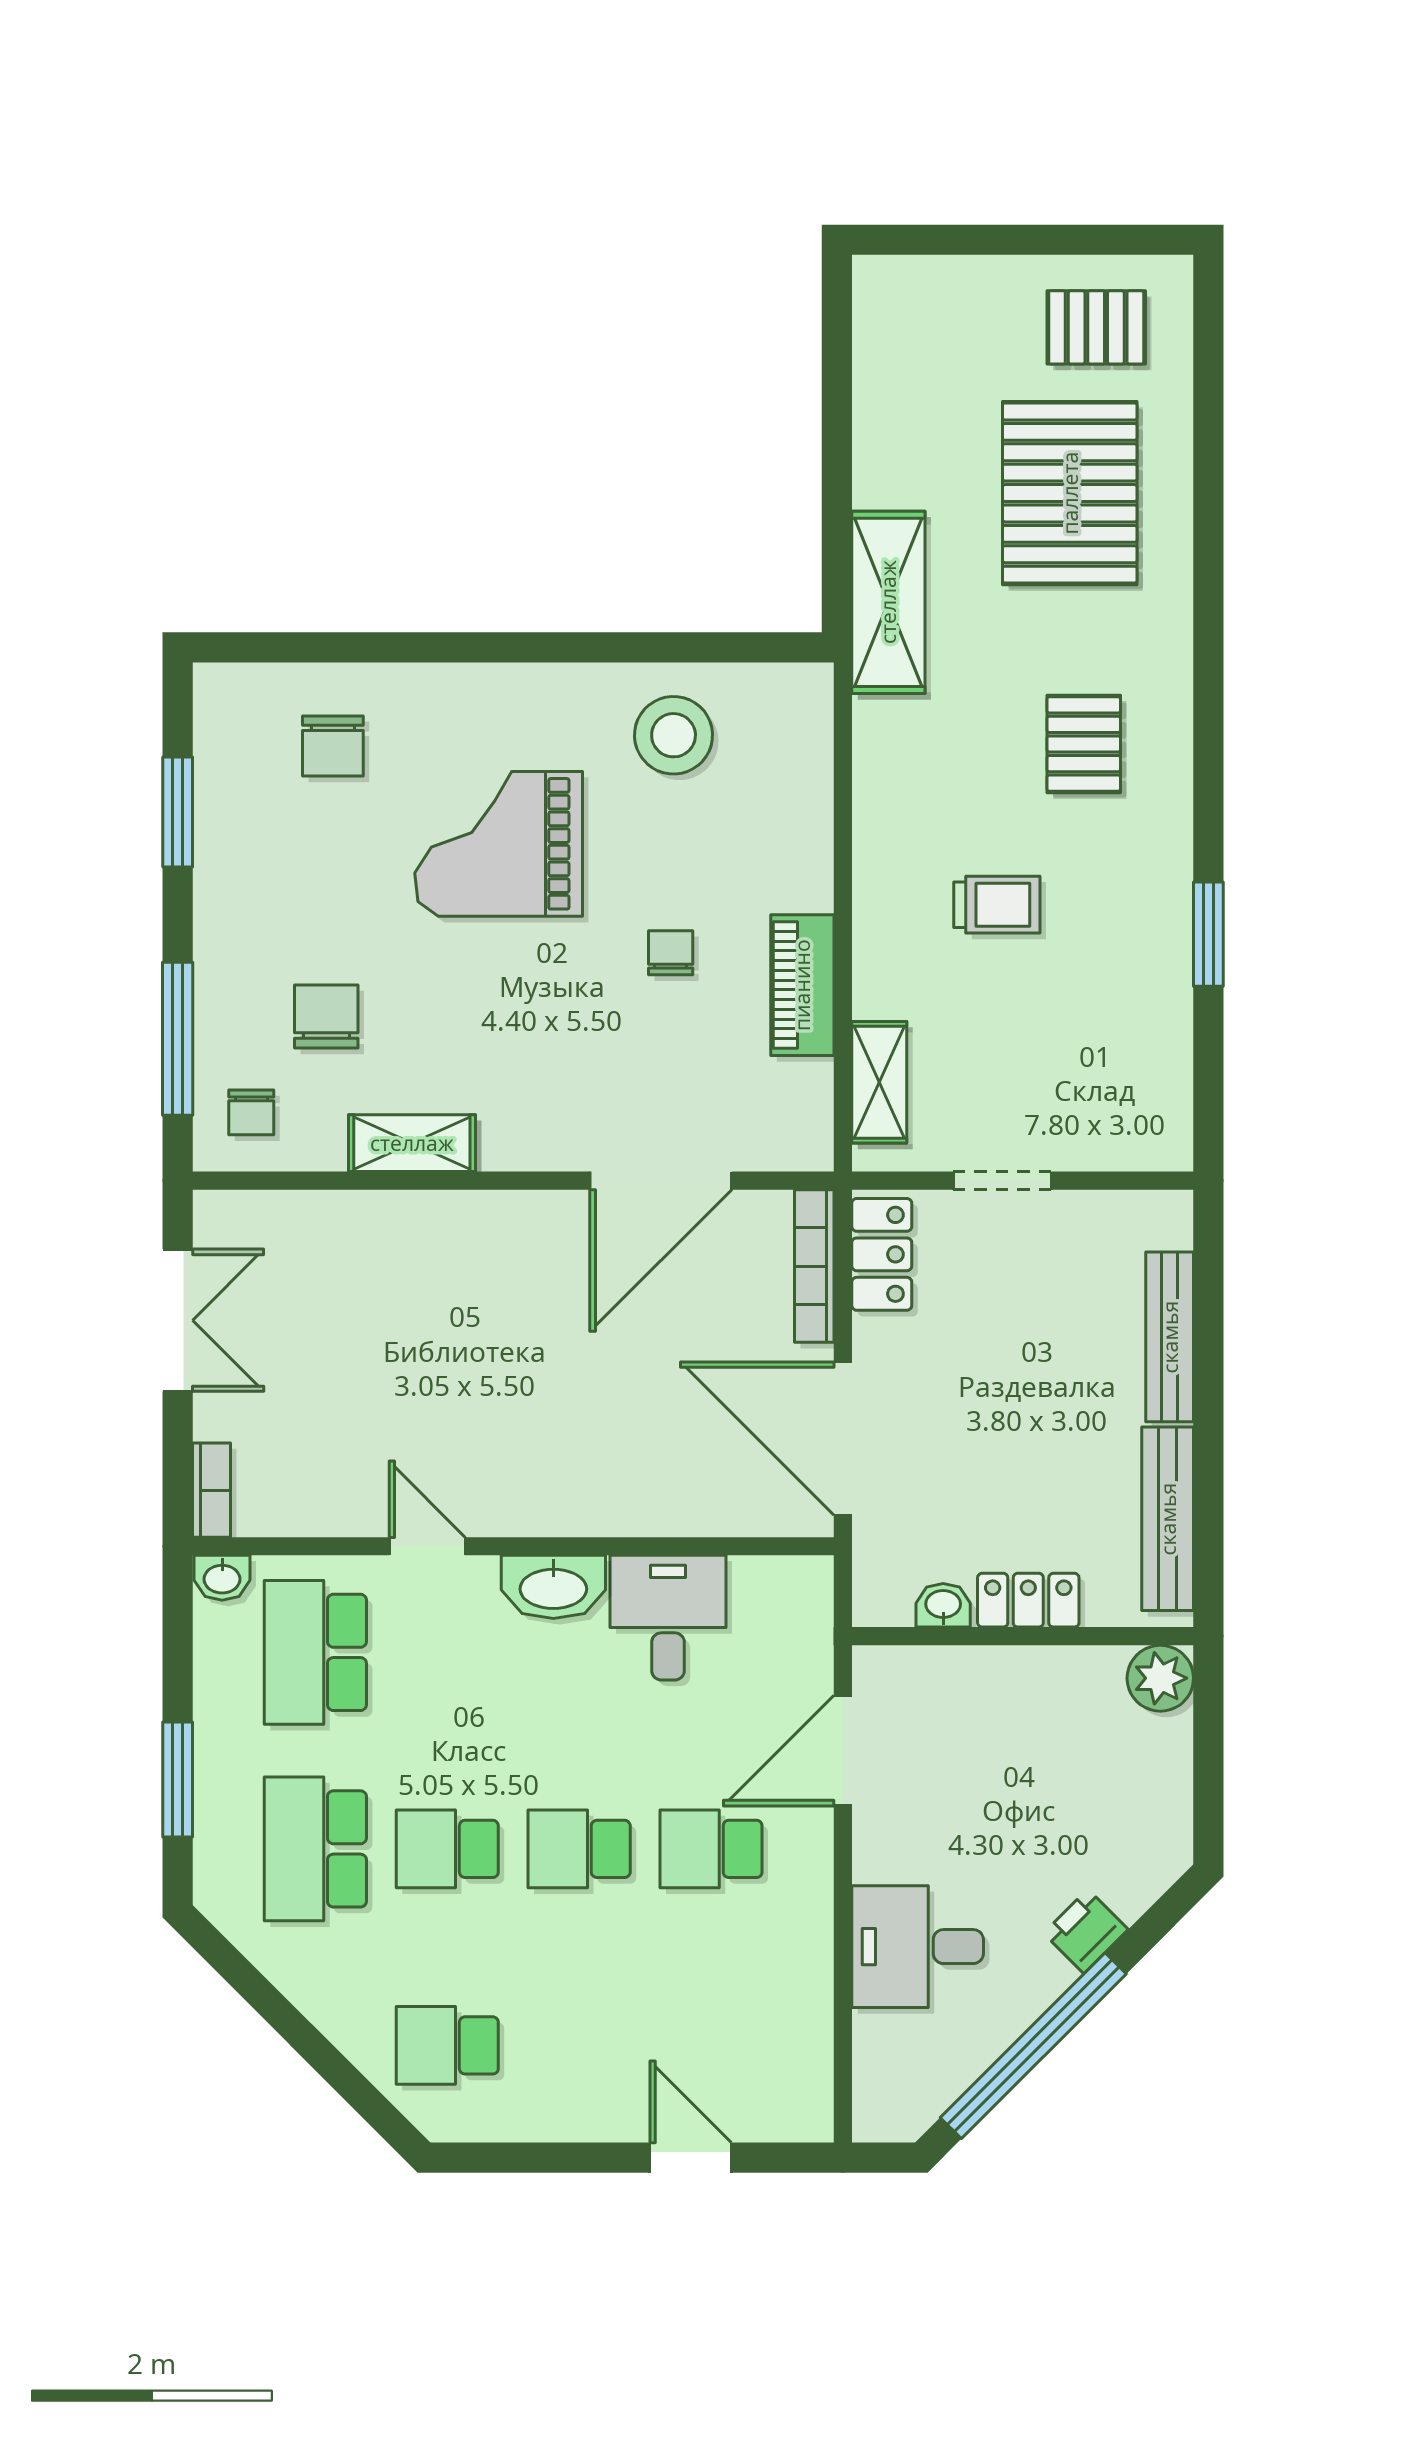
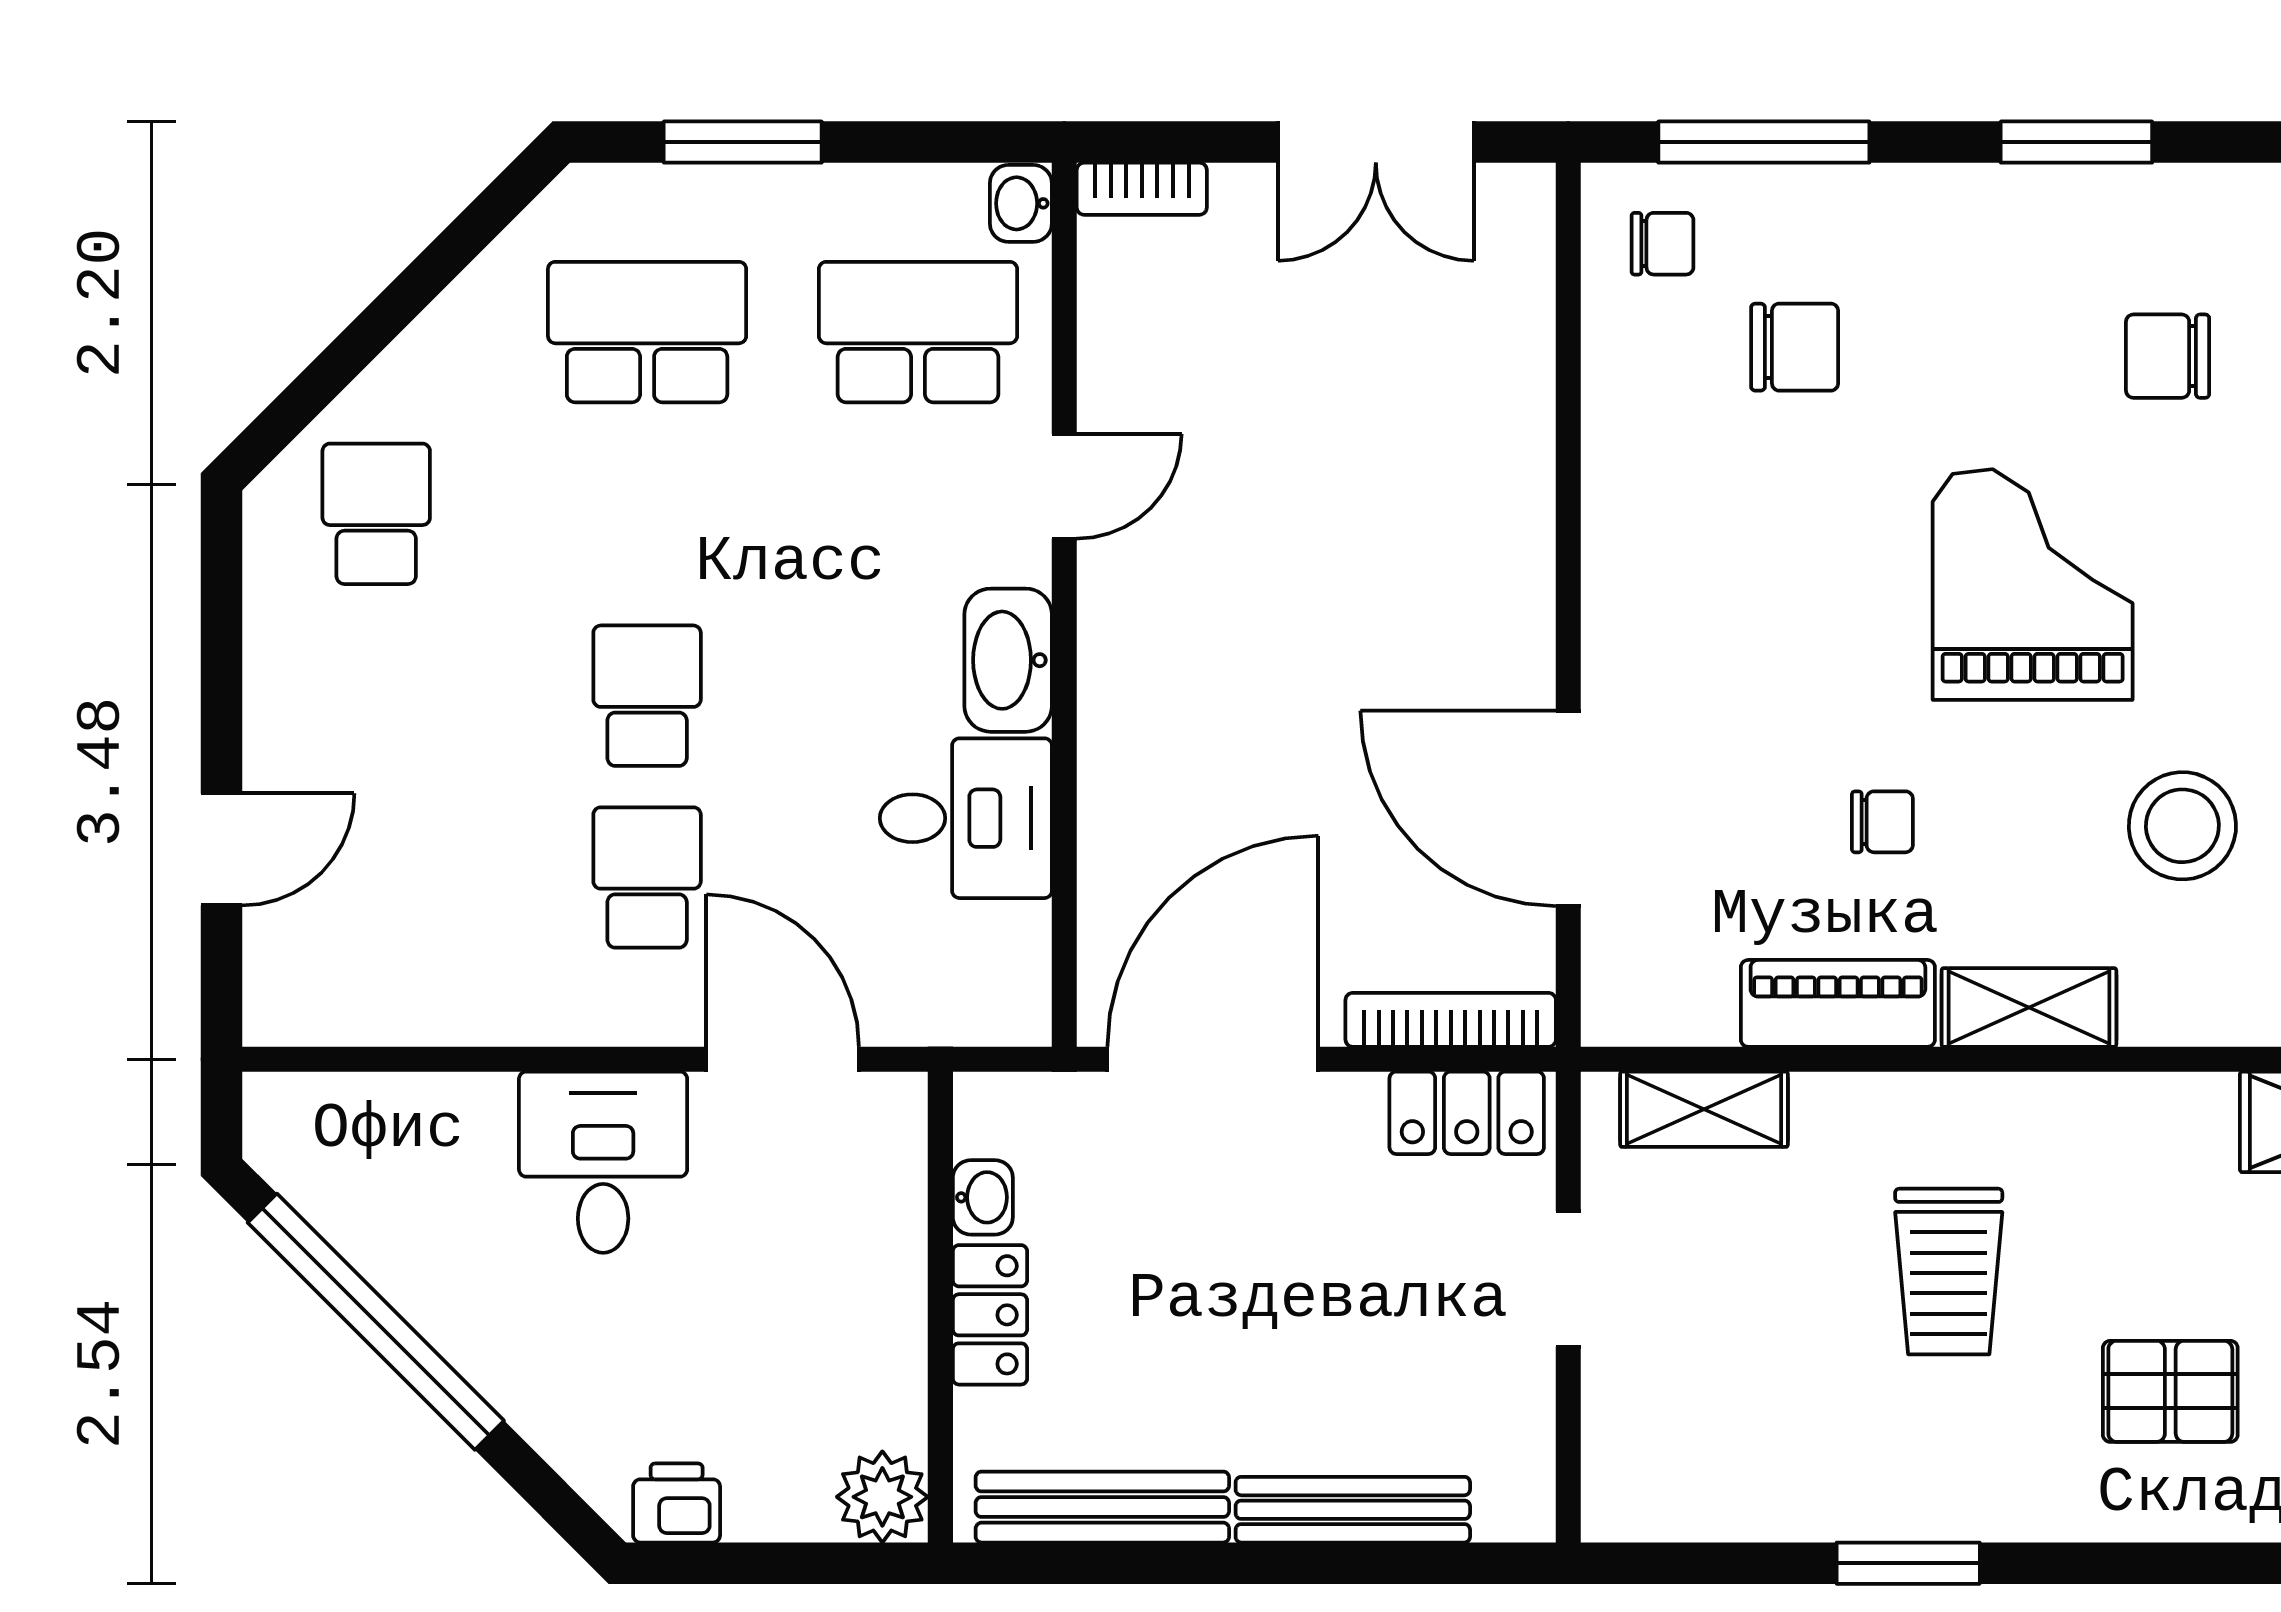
trolley: (997, 905) -> (1949, 1272), width x1.36, depth x1.39
chair: (251, 1112) -> (1662, 244), turned 180
shelving: (412, 1143) -> (2029, 1007), moved, turned 90
school desk: (447, 1849) -> (647, 514), removed
printer: (1086, 1931) -> (677, 1503), moved, turned -45
desk: (918, 1947) -> (603, 1162), moved

